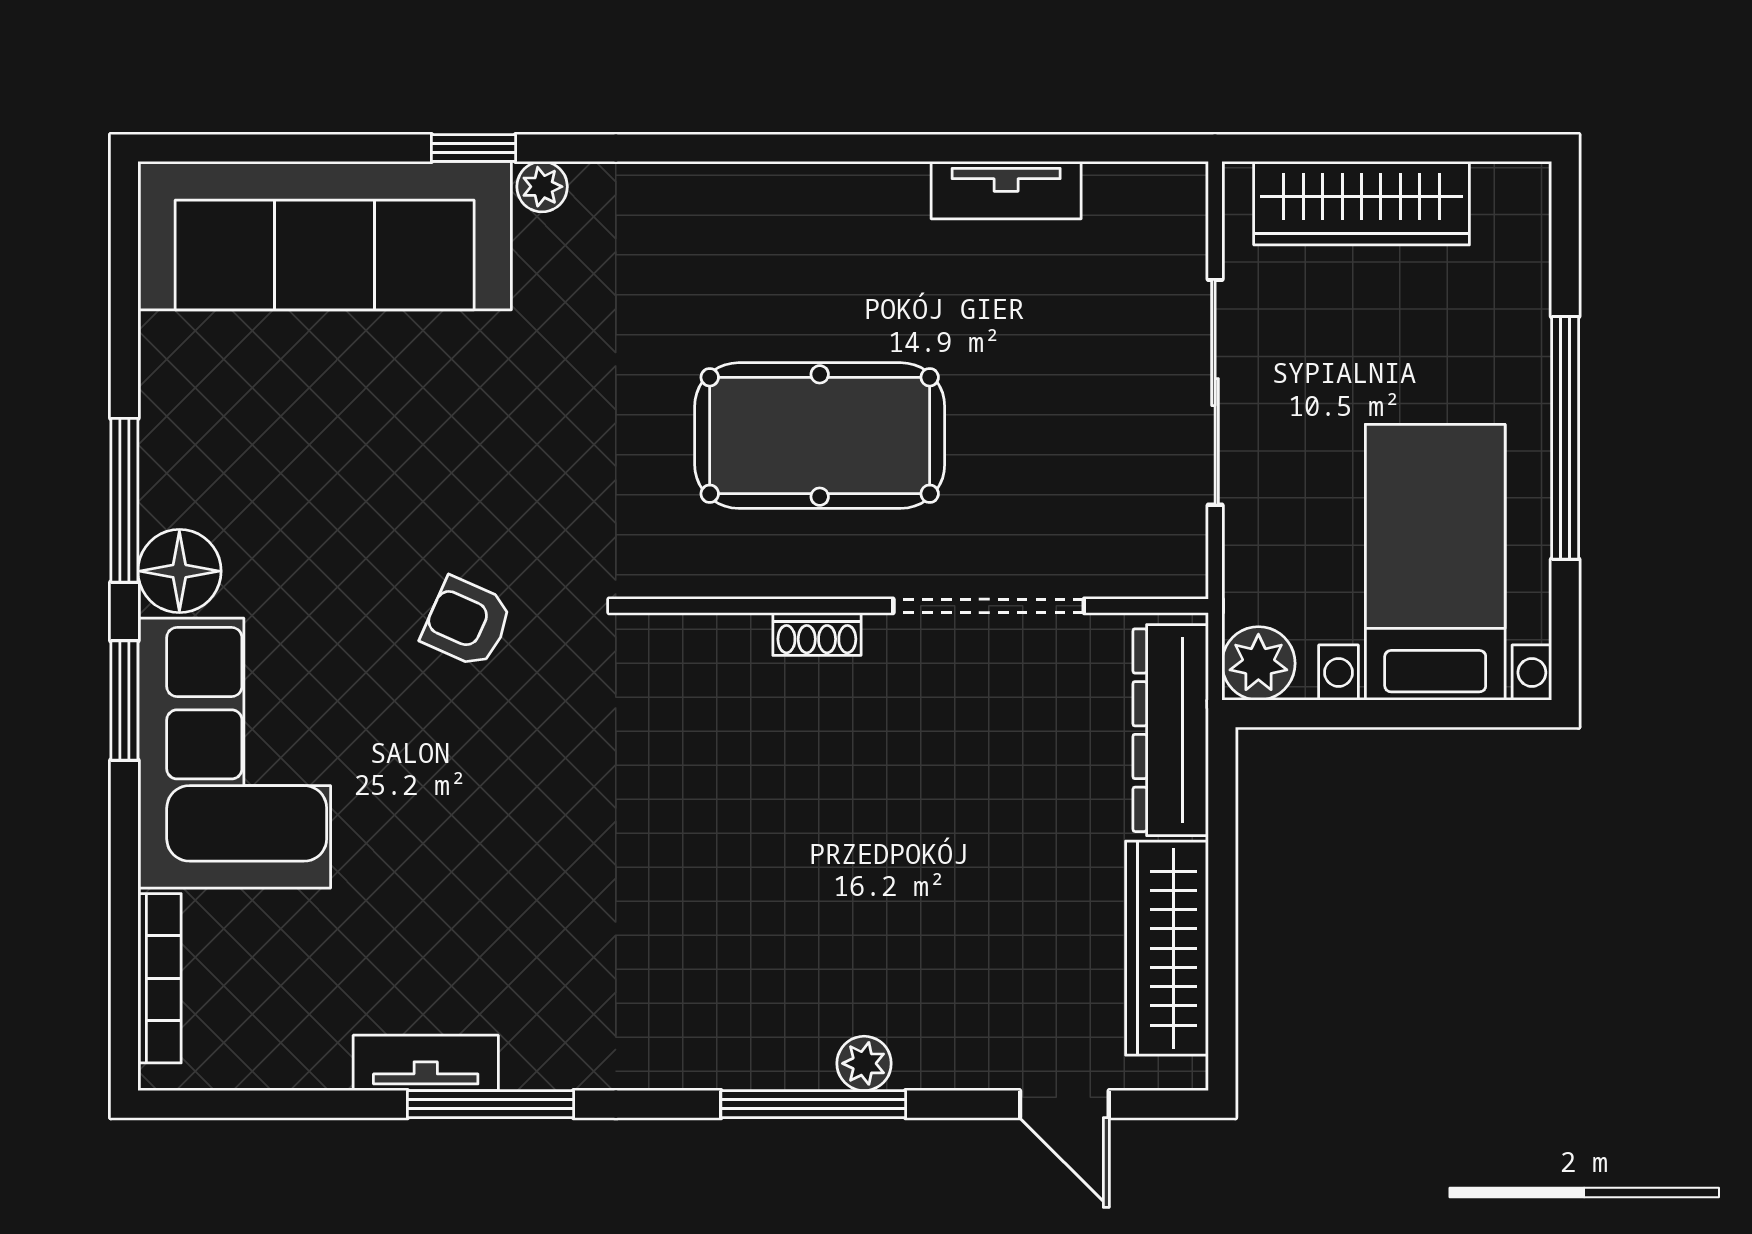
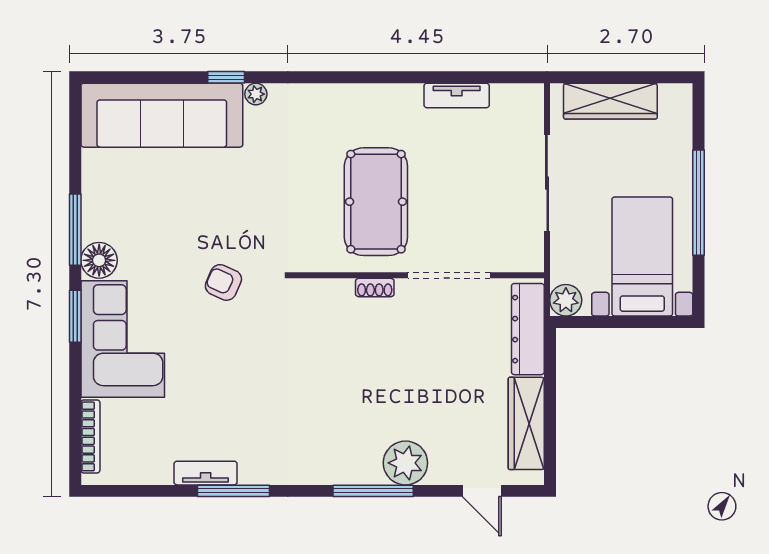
pool table: (820, 436) -> (376, 202), turned 90
plant: (864, 1063) -> (405, 463), width x1.87, depth x1.87

